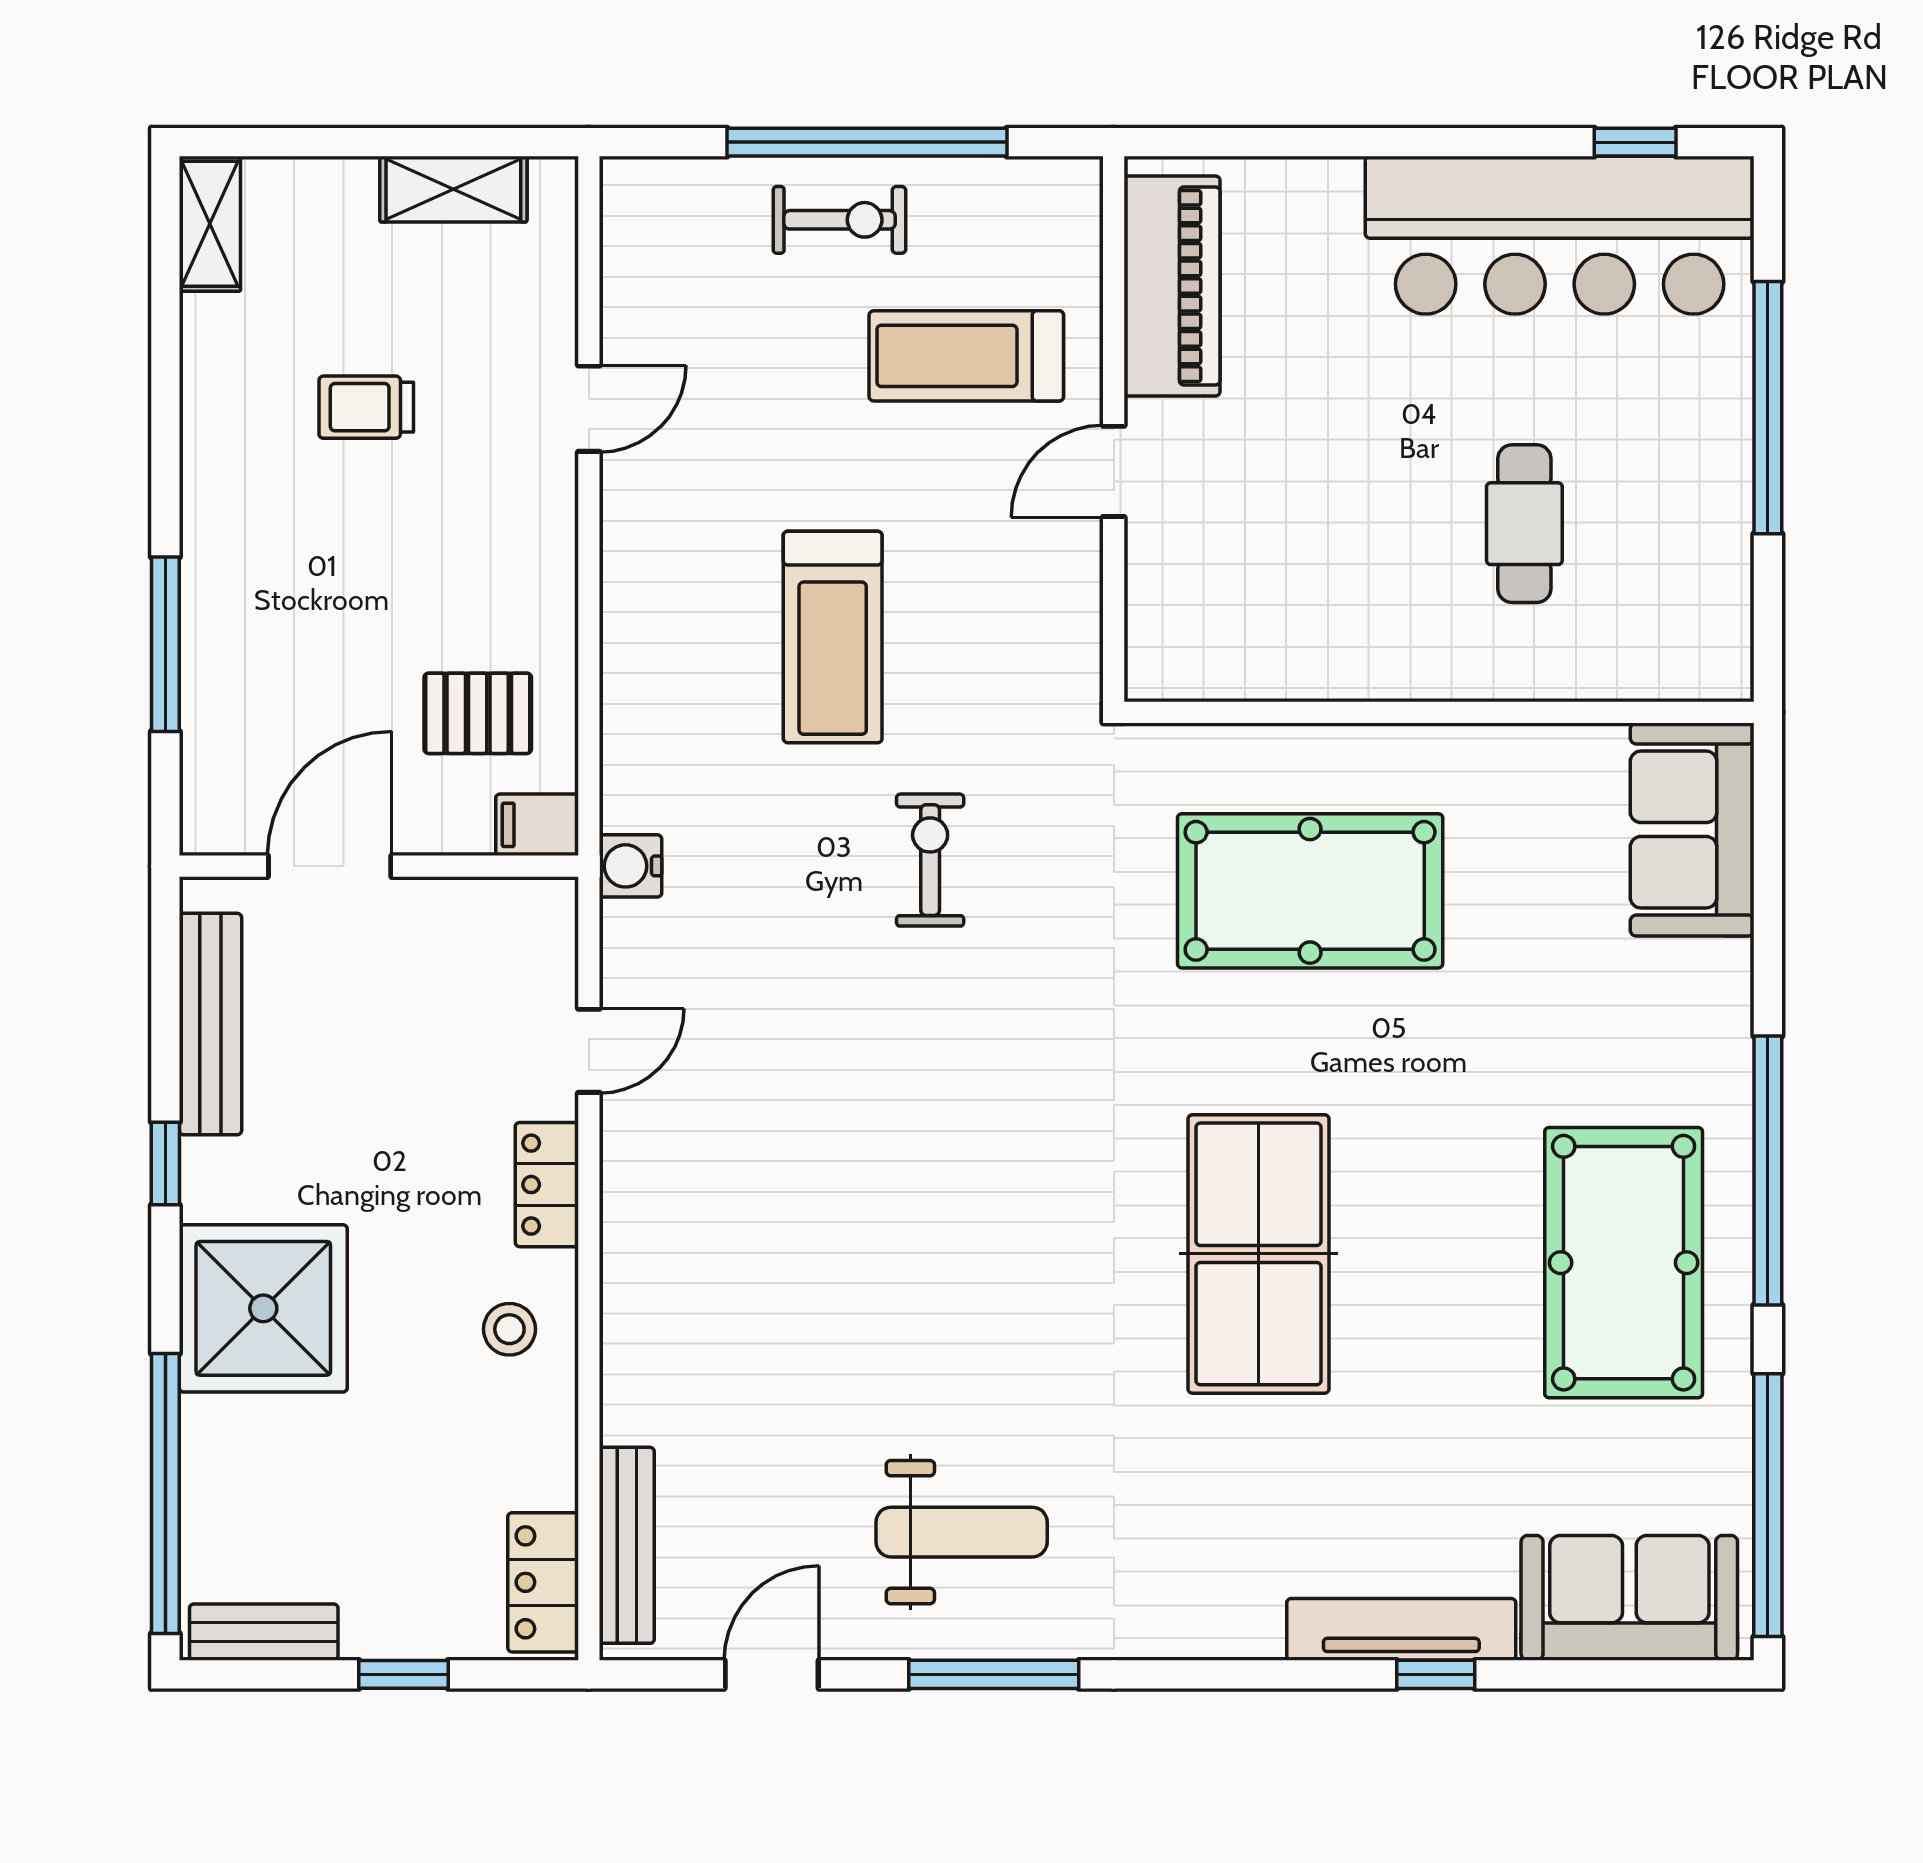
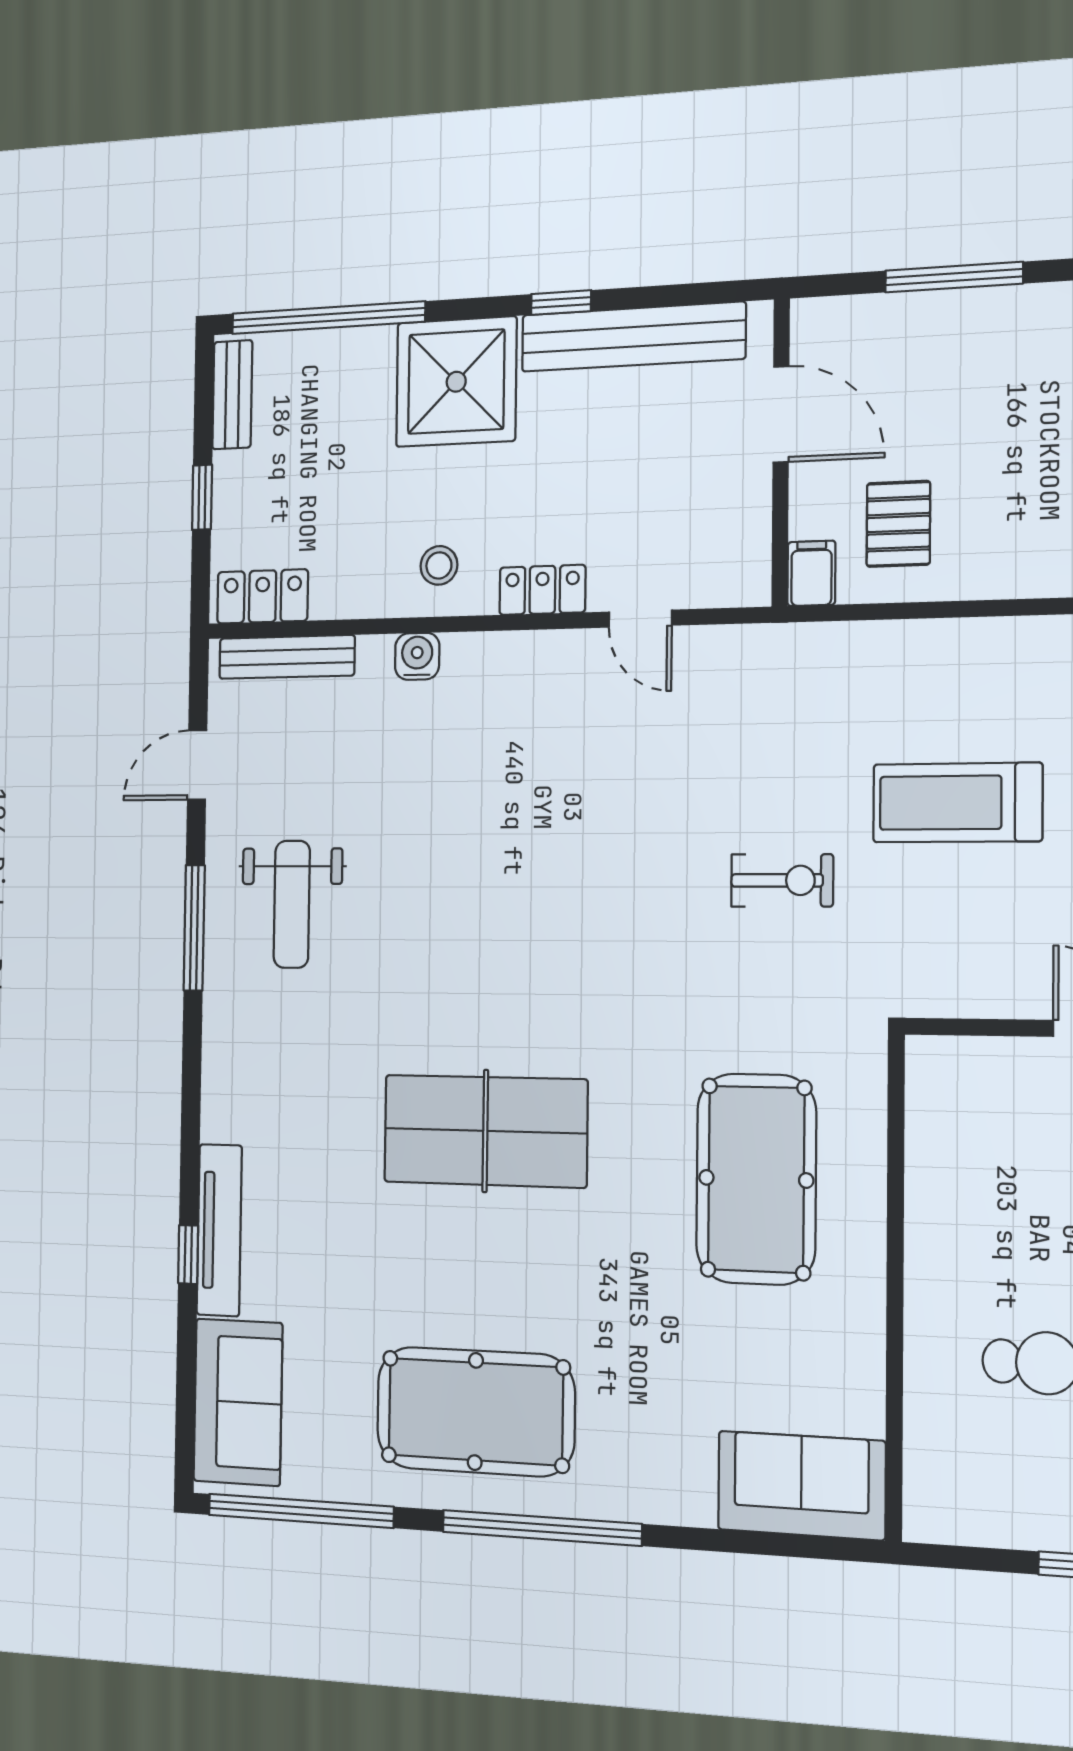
water cooler: (630, 866) -> (417, 656), moved
bench: (210, 1024) -> (633, 337), width x1.37, depth x1.21
door: (772, 1674) -> (197, 765), swing flipped

